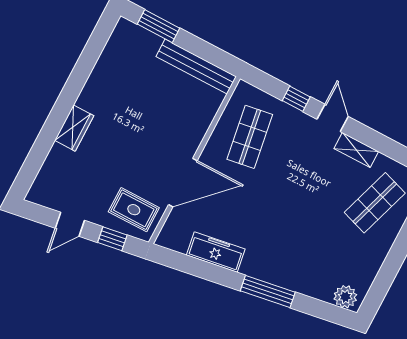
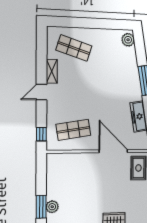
plant: (149, 43) -> (52, 207), added
bench: (196, 67) -> (52, 176), removed
window: (296, 99) -> (41, 134), moved

